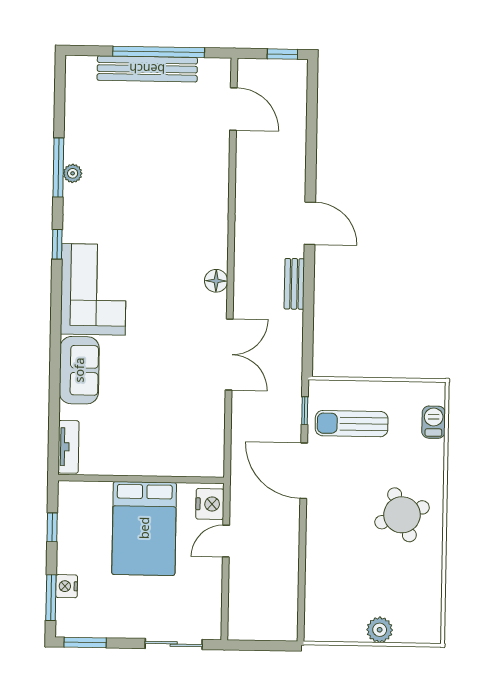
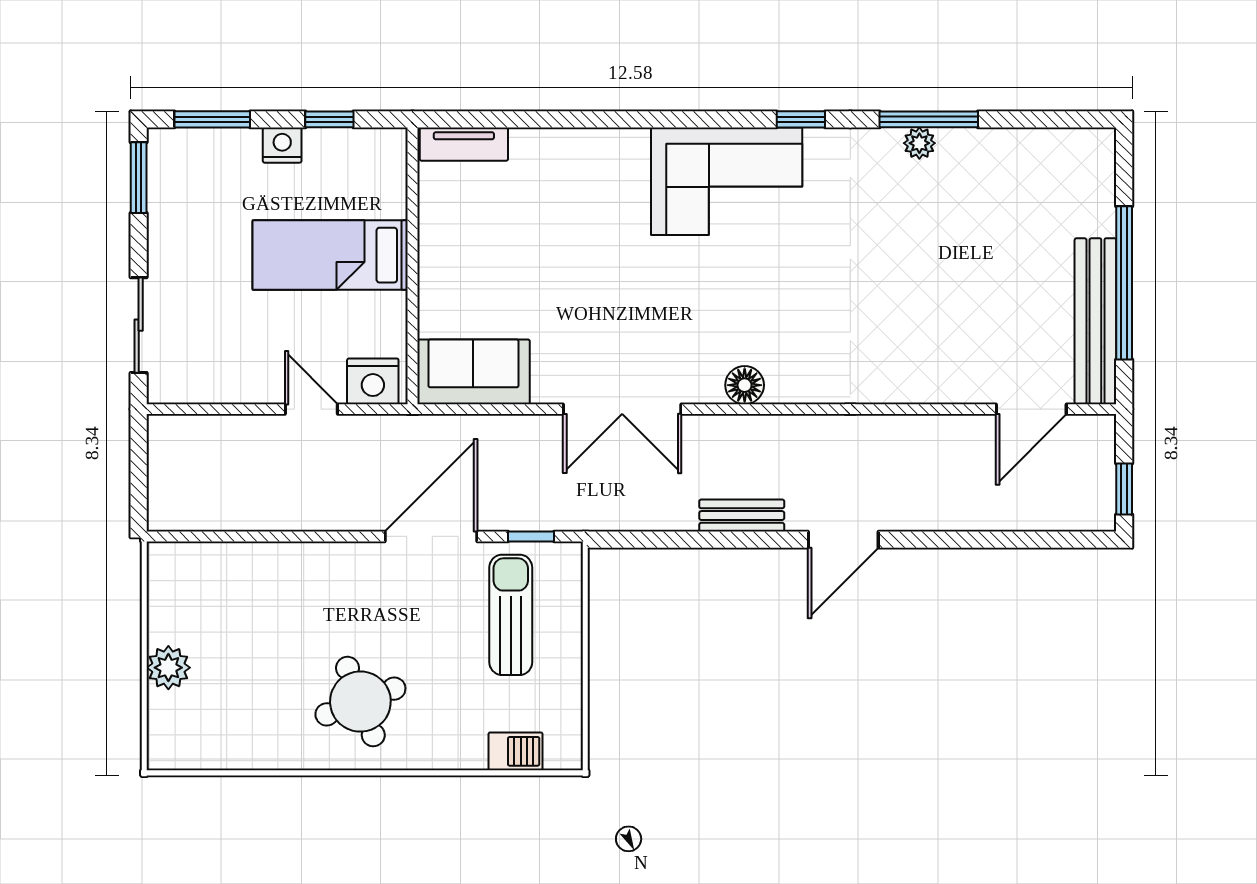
bench: (147, 69) -> (1095, 321), moved
sofa: (79, 370) -> (473, 372), moved, turned 180
bed: (144, 528) -> (330, 255), width x0.67
nightstand: (67, 586) -> (282, 145), moved

